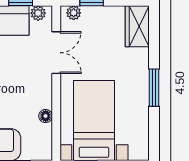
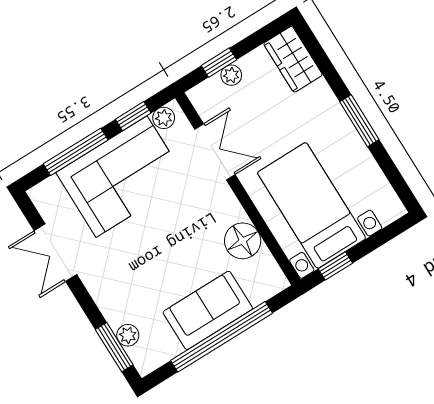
plant: (74, 13) -> (231, 75), moved
floor lamp: (46, 116) -> (243, 241), width x1.89, depth x1.89

